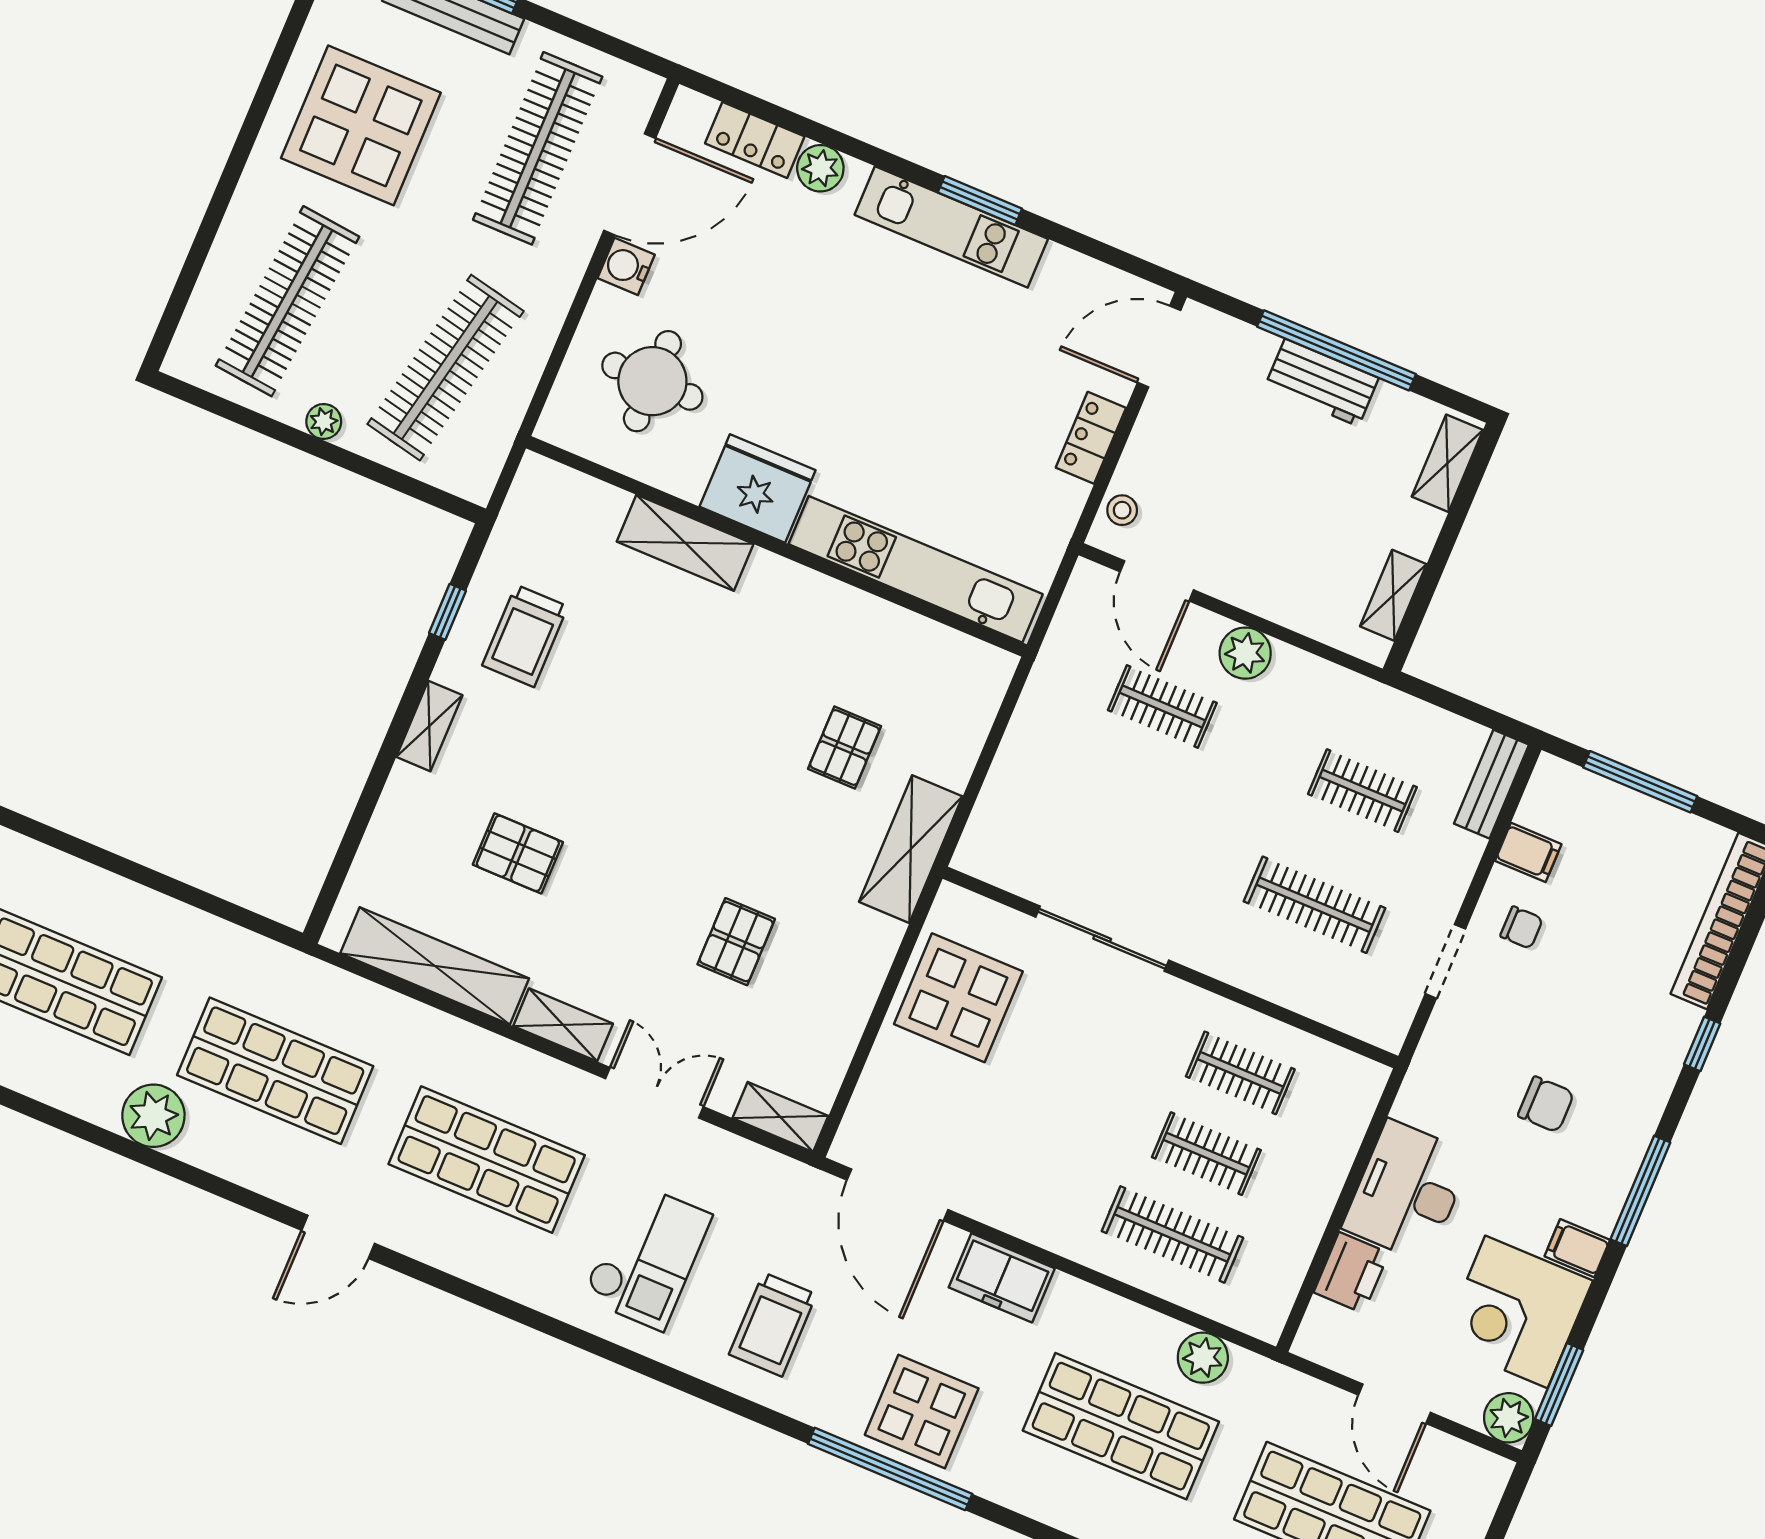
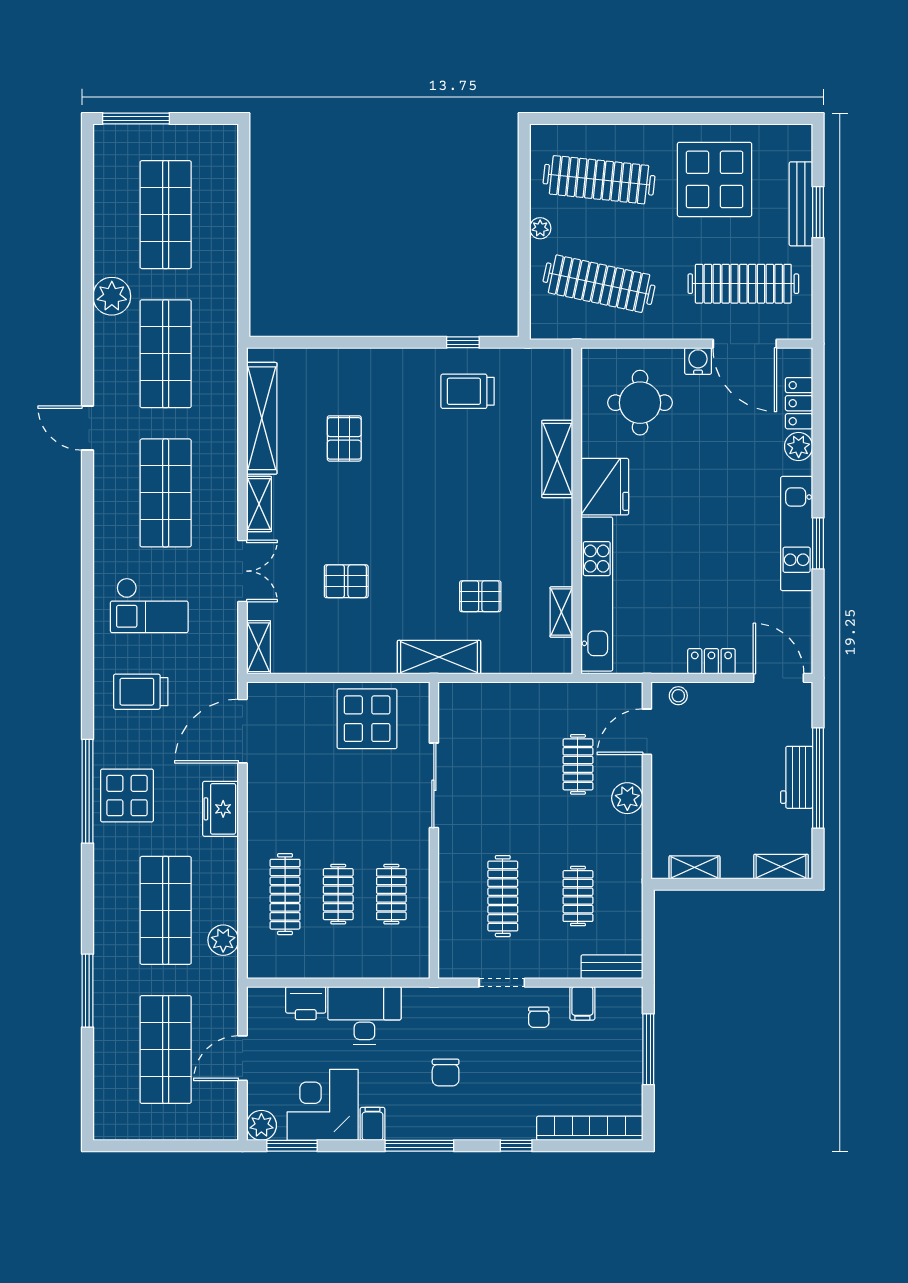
shelving: (429, 726) -> (561, 612), moved, turned 90

